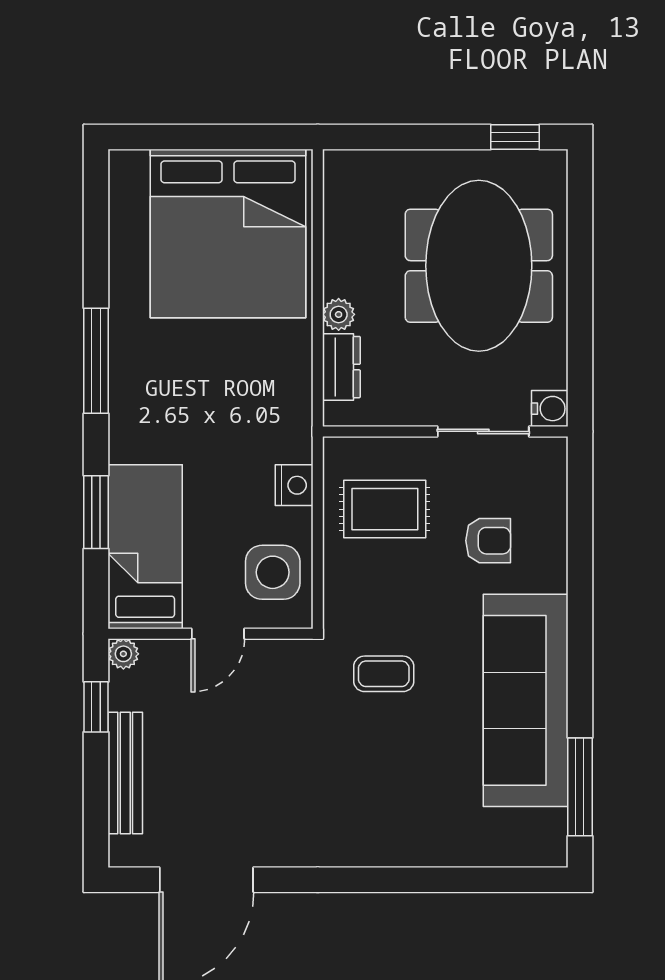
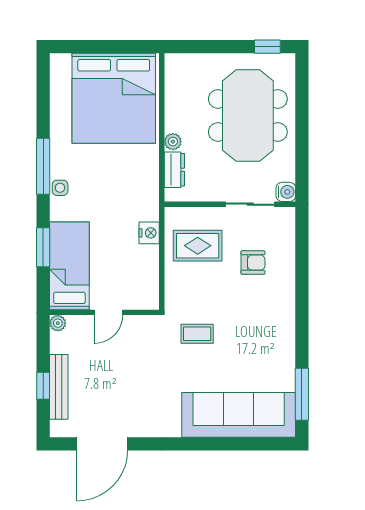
side table: (273, 572) -> (60, 188), moved, width x0.54, depth x0.54
sofa: (526, 700) -> (239, 415), moved, turned 90
window: (96, 707) -> (43, 386), moved

